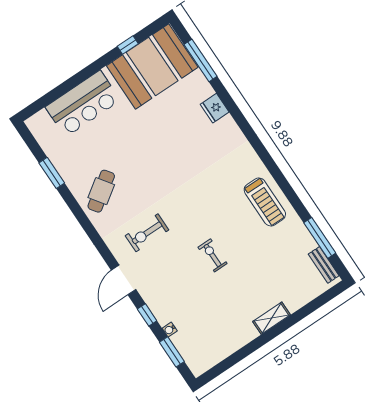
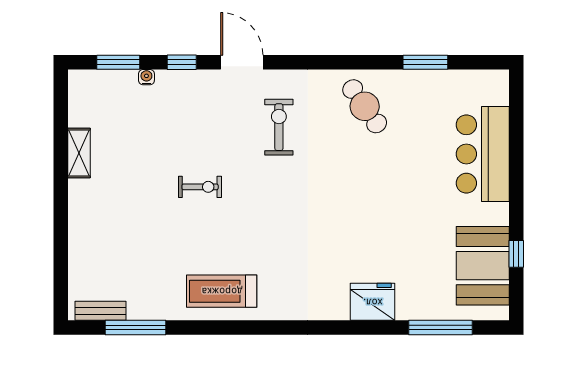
booth: (152, 66) -> (483, 266), width x0.73, depth x0.70
fridge: (215, 108) -> (373, 302), width x1.36, depth x1.34
shelving: (271, 318) -> (79, 153), moved

